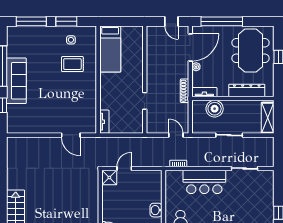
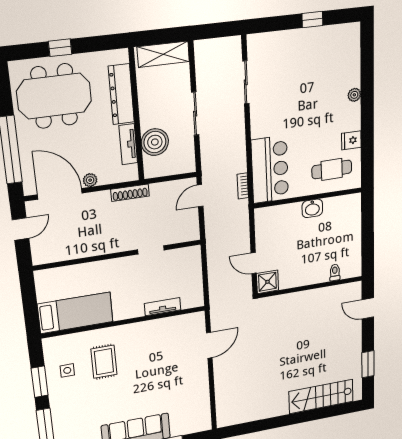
tv unit: (204, 92) -> (128, 144), moved
tv unit: (104, 122) -> (163, 307), moved
bar counter: (204, 182) -> (270, 170), moved

